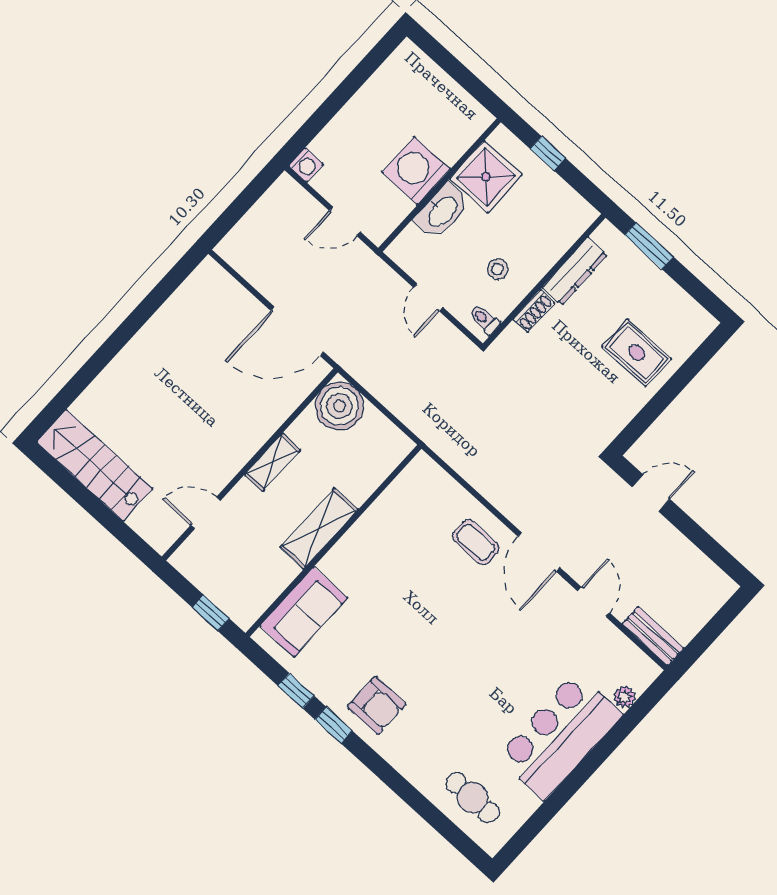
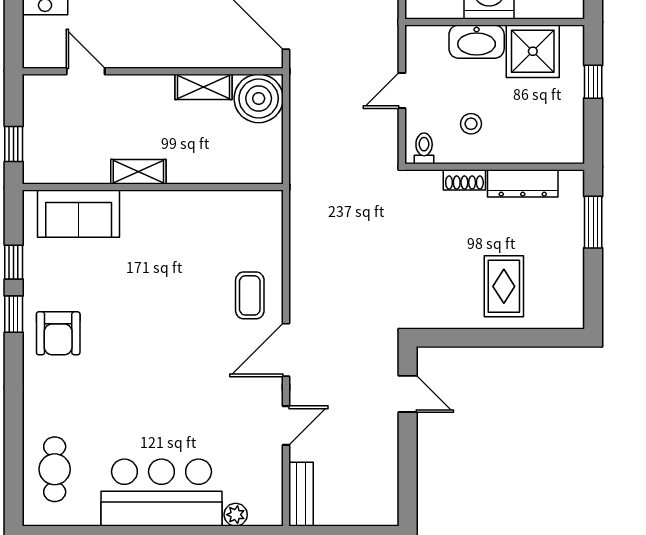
shelving: (272, 462) -> (204, 87), moved
shelving: (319, 528) -> (138, 172), width x0.67, depth x0.75

